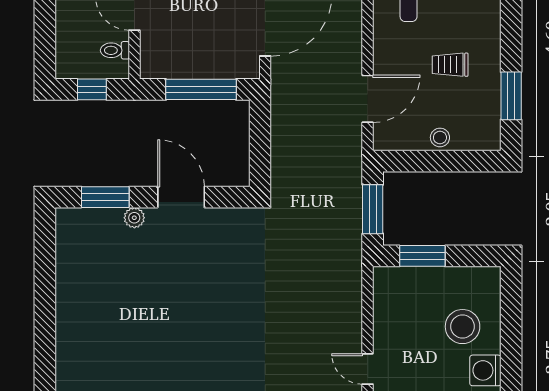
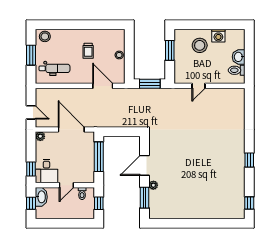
window: (511, 96) -> (101, 25), removed
window: (422, 256) -> (170, 50), moved
door: (368, 369) -> (199, 86), moved

